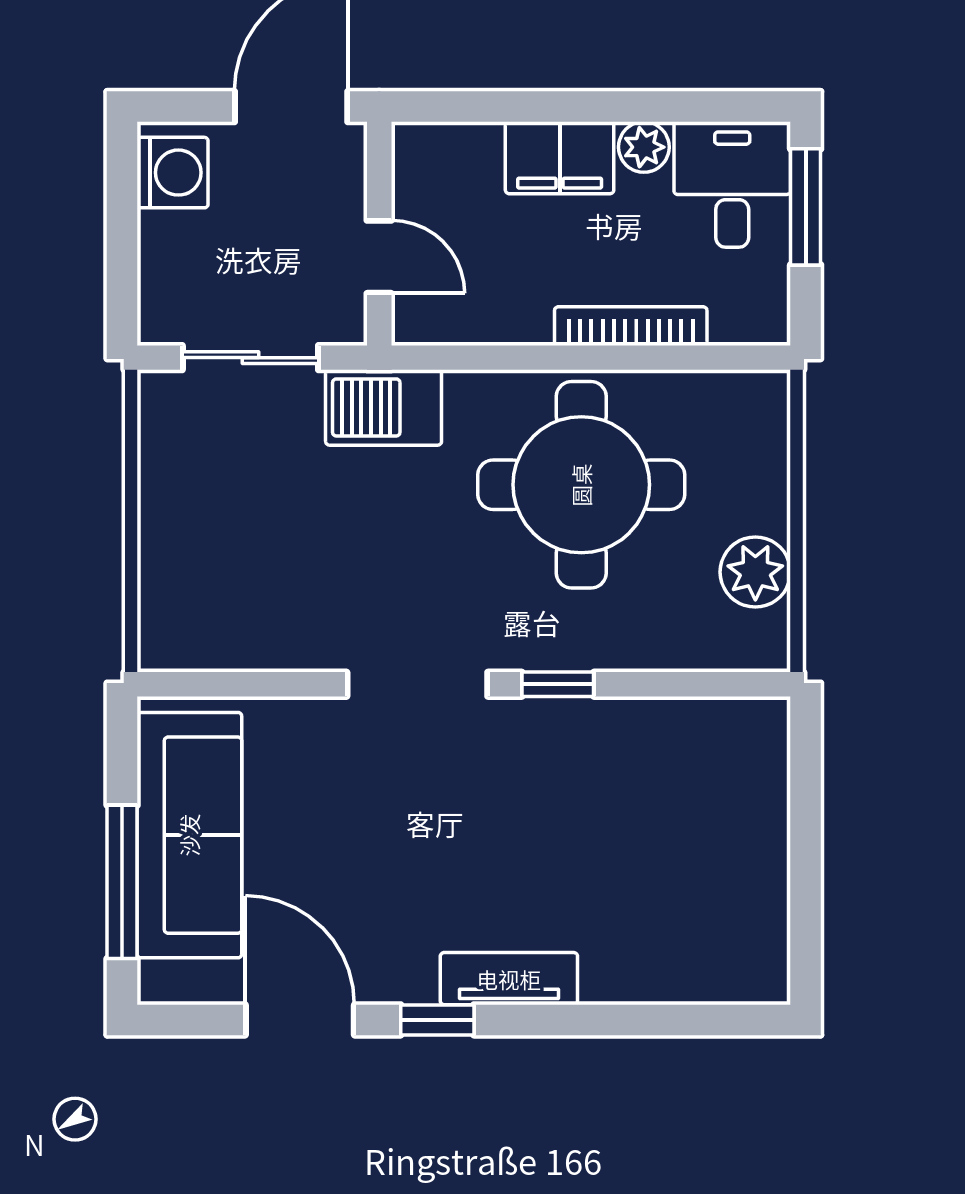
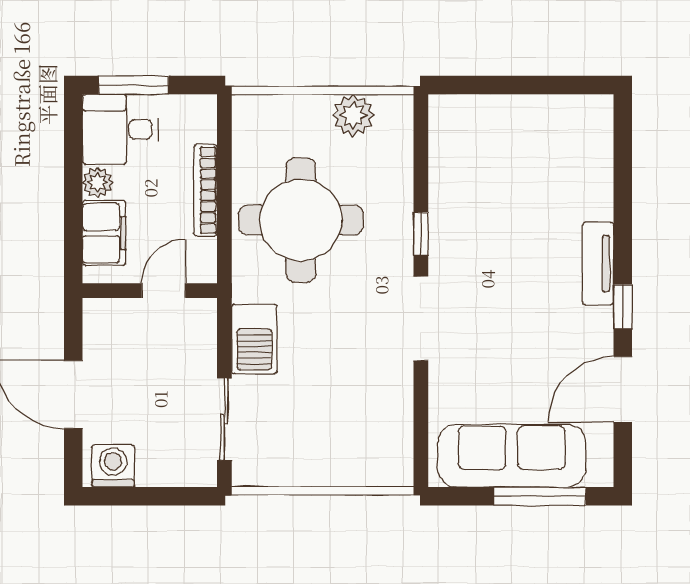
wall: (379, 234) -> (150, 291), moved
door: (379, 257) -> (164, 291), moved

